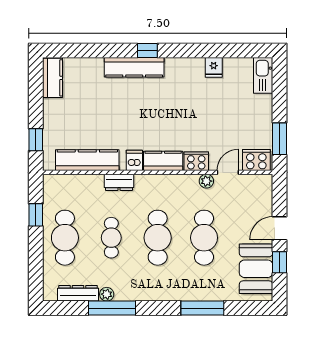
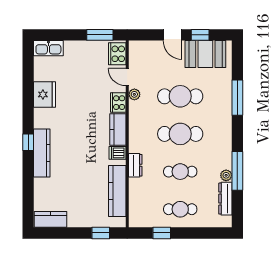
fridge: (214, 67) -> (45, 94), width x1.88, depth x1.34
cafe table: (65, 238) -> (180, 209), width x0.73, depth x0.74

